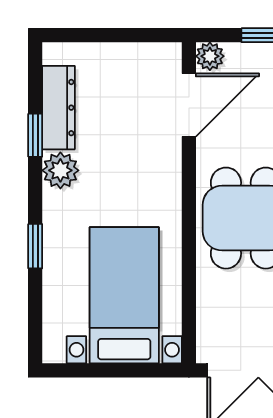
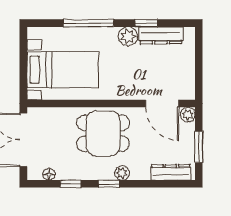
window: (35, 246) -> (88, 23), width x2.17

